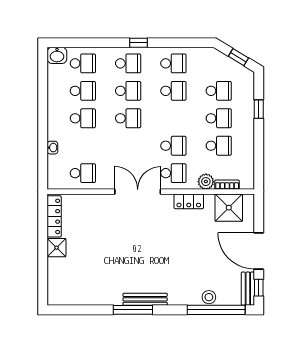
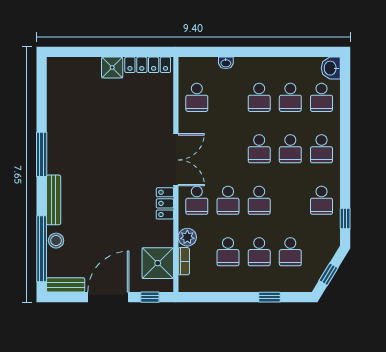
window: (138, 43) -> (345, 219), moved
school desk: (173, 91) -> (259, 200), moved
locker: (189, 201) -> (165, 203), moved
window: (259, 288) -> (150, 297), moved
bench: (145, 299) -> (54, 200), moved

